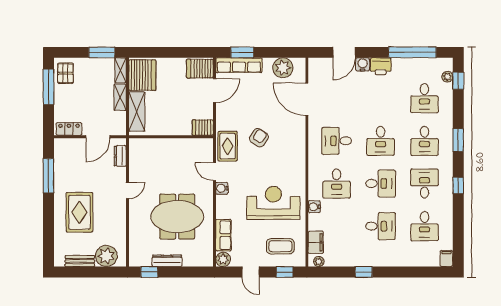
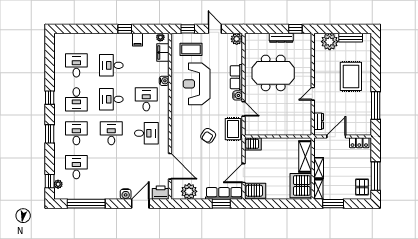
printer: (381, 66) -> (161, 193), moved
reception desk: (273, 203) -> (197, 84), turned 90
row of seats: (223, 235) -> (236, 77), moved
filing cabinet: (446, 258) -> (137, 40), moved

